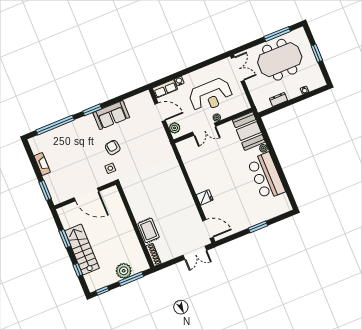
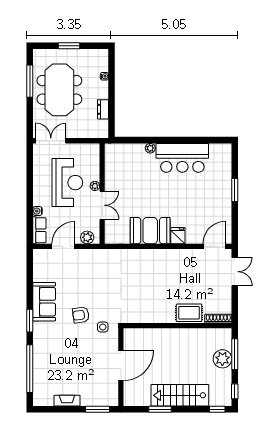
booth: (249, 131) -> (150, 231), moved
window: (78, 270) -> (217, 409), moved

